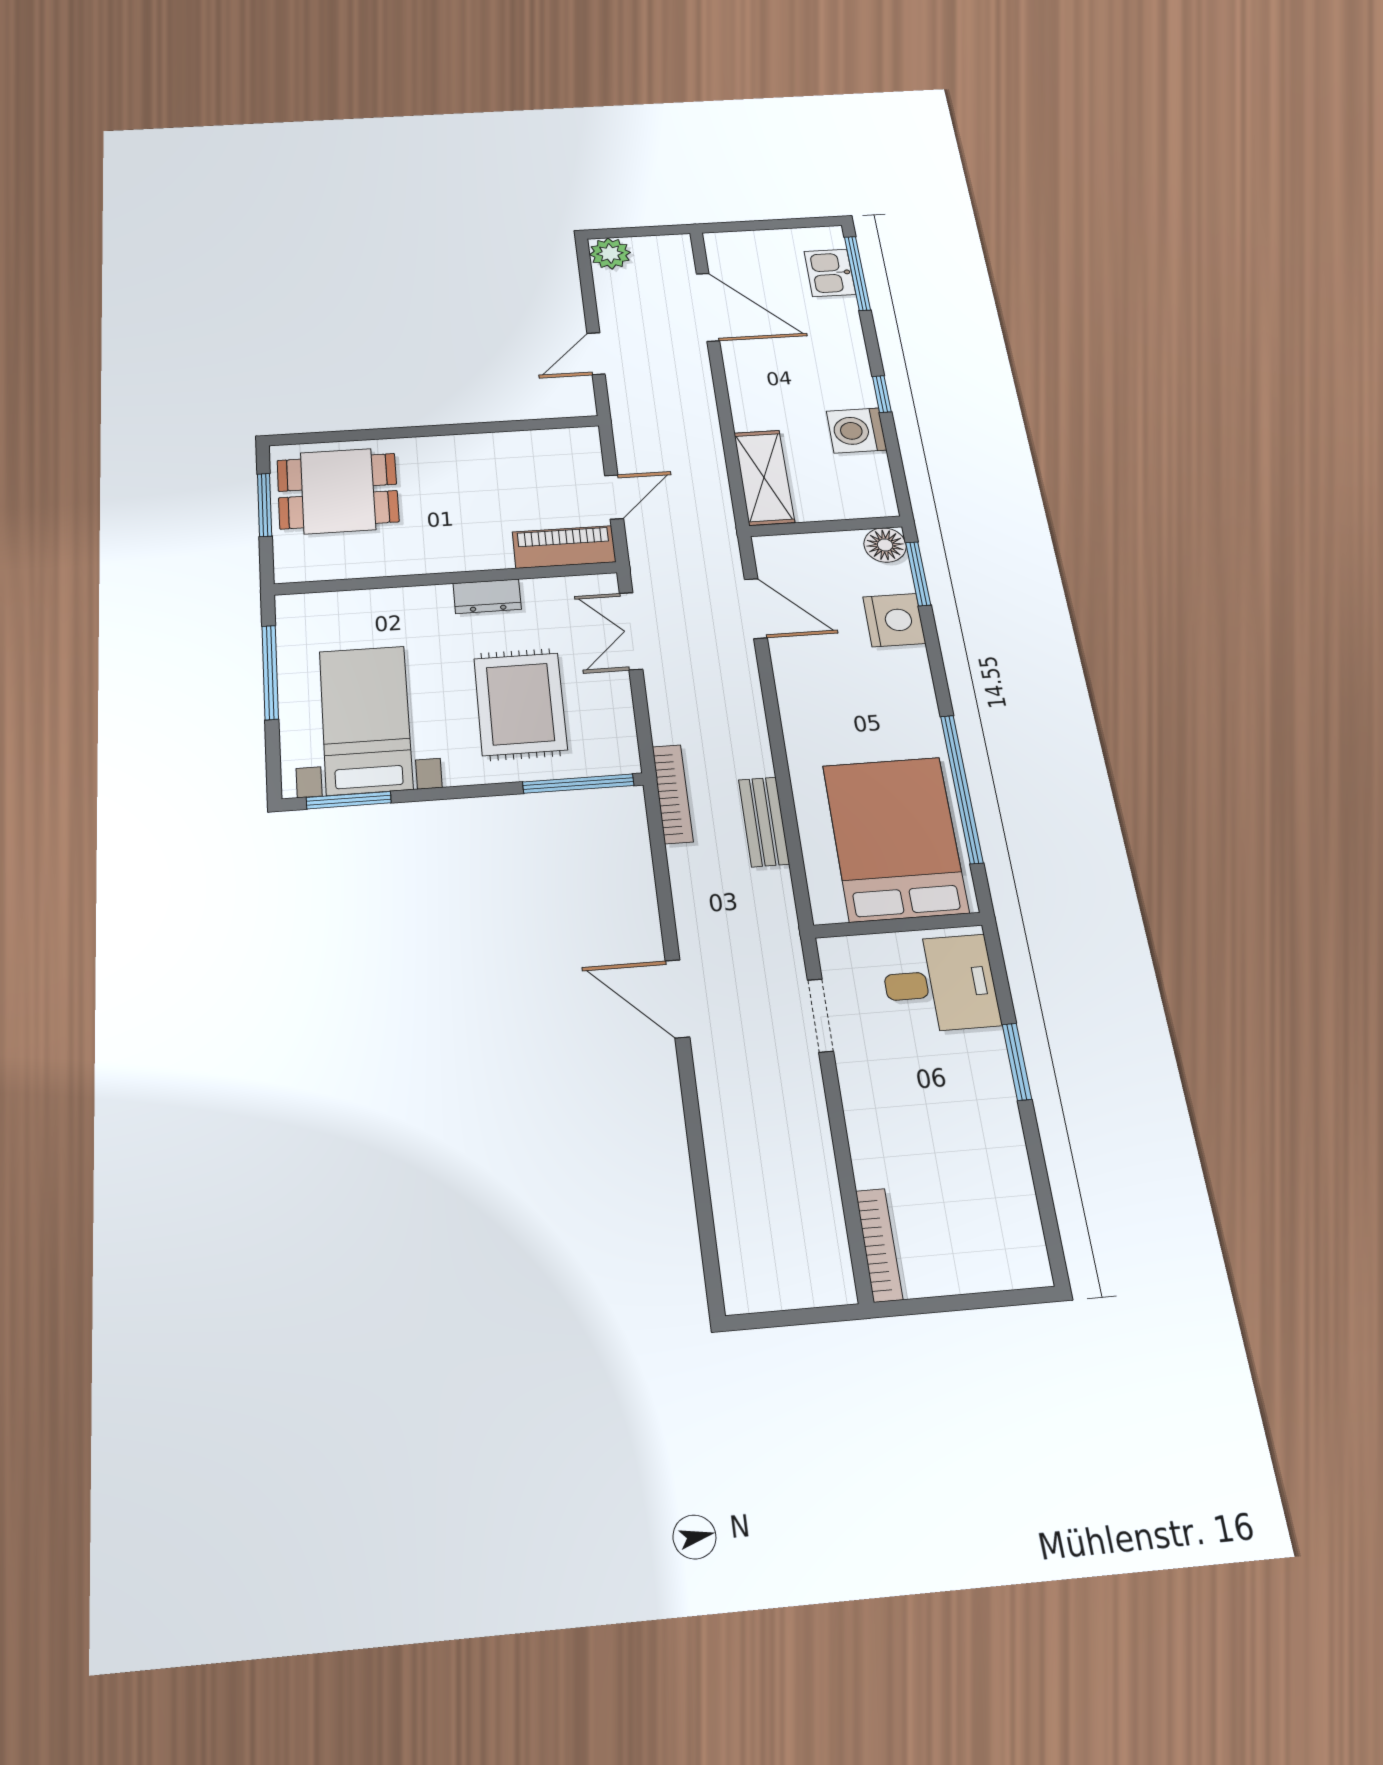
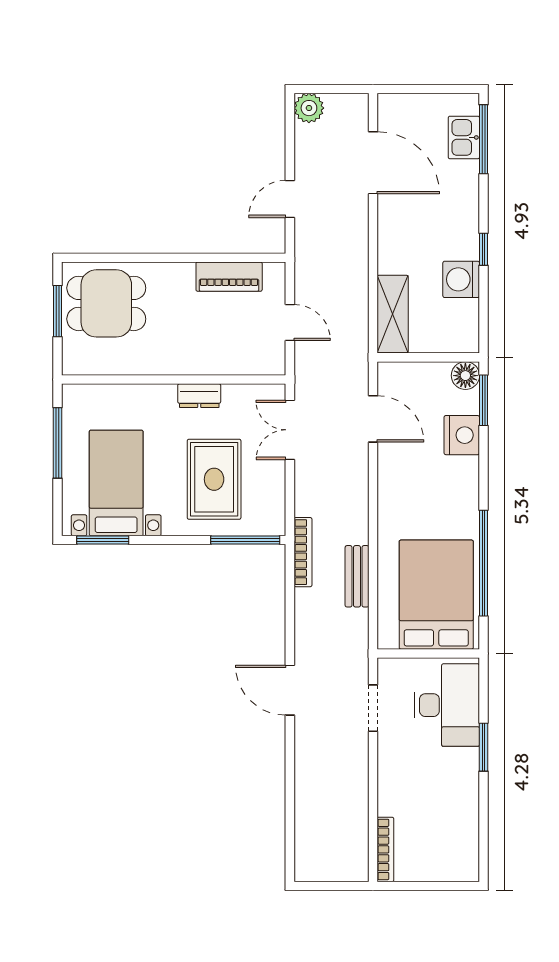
door: (614, 497) -> (290, 323), hinge flipped
piano: (564, 547) -> (229, 277), moved, turned 180
desk: (940, 984) -> (447, 705), width x1.37

